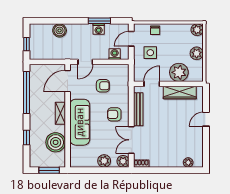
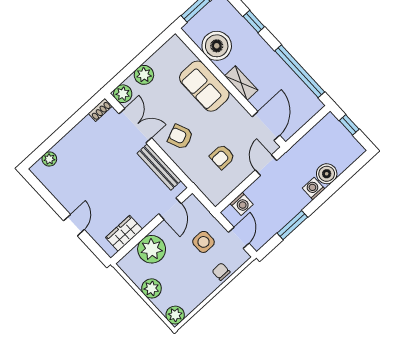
washing machine: (99, 29) -> (314, 189), moved
wardrobe: (180, 93) -> (124, 233), width x0.67
armchair: (114, 114) -> (180, 137), turned -112
sofa: (80, 122) -> (204, 86), width x0.73

